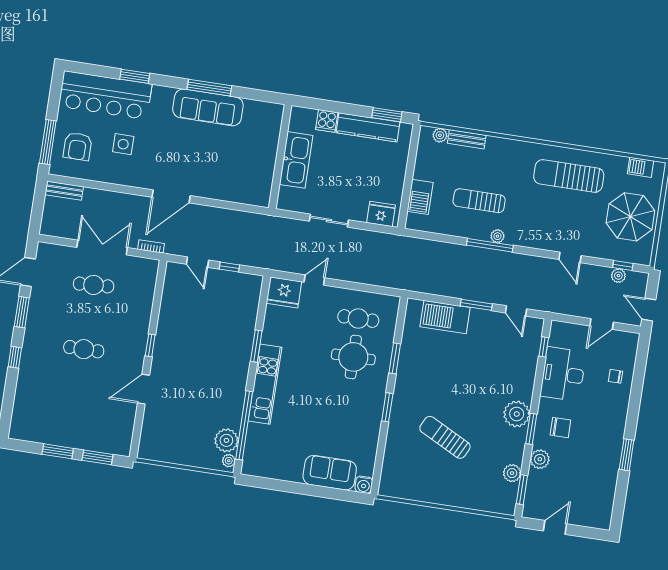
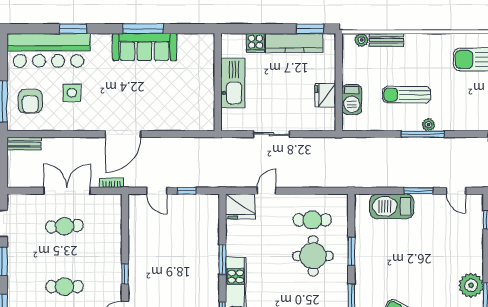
fridge: (381, 214) -> (325, 95), moved, turned -90

